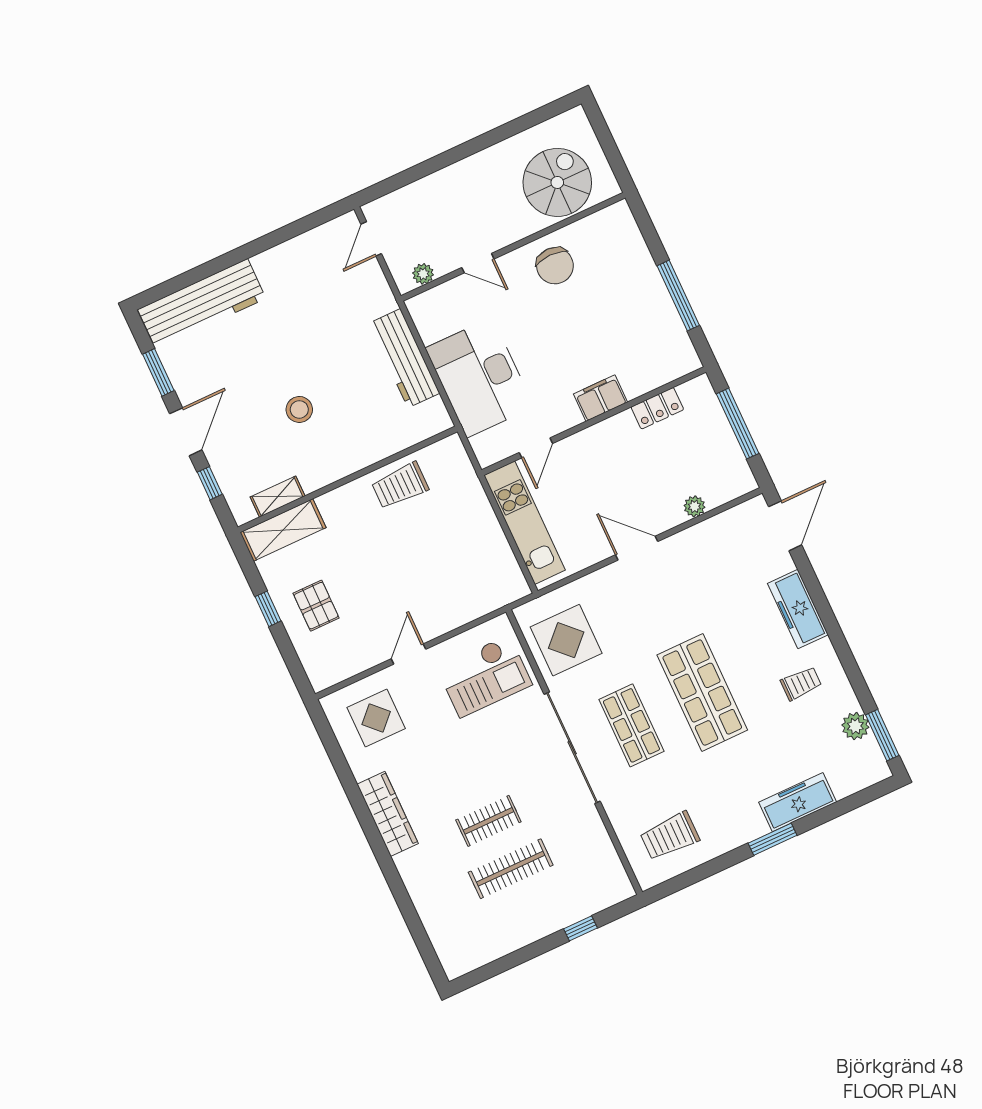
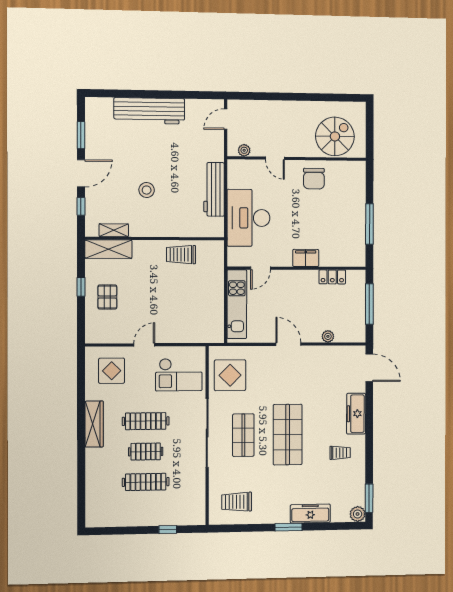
workbench: (202, 304) -> (149, 111), moved
door: (785, 526) -> (369, 368), hinge flipped
plant: (855, 726) -> (358, 514), moved
clothes rail: (466, 773) -> (146, 421), added

